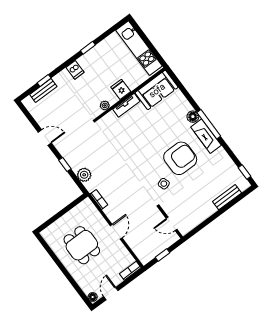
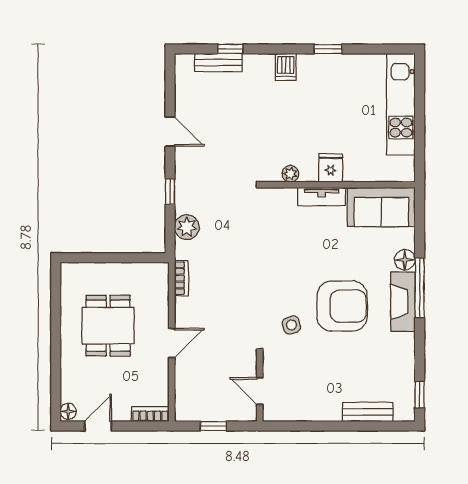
fridge: (121, 89) -> (331, 168), moved
sofa: (157, 90) -> (381, 207), moved
wall: (130, 94) -> (339, 185), moved
plant: (105, 105) -> (290, 174), moved
tv unit: (126, 105) -> (322, 197), moved

